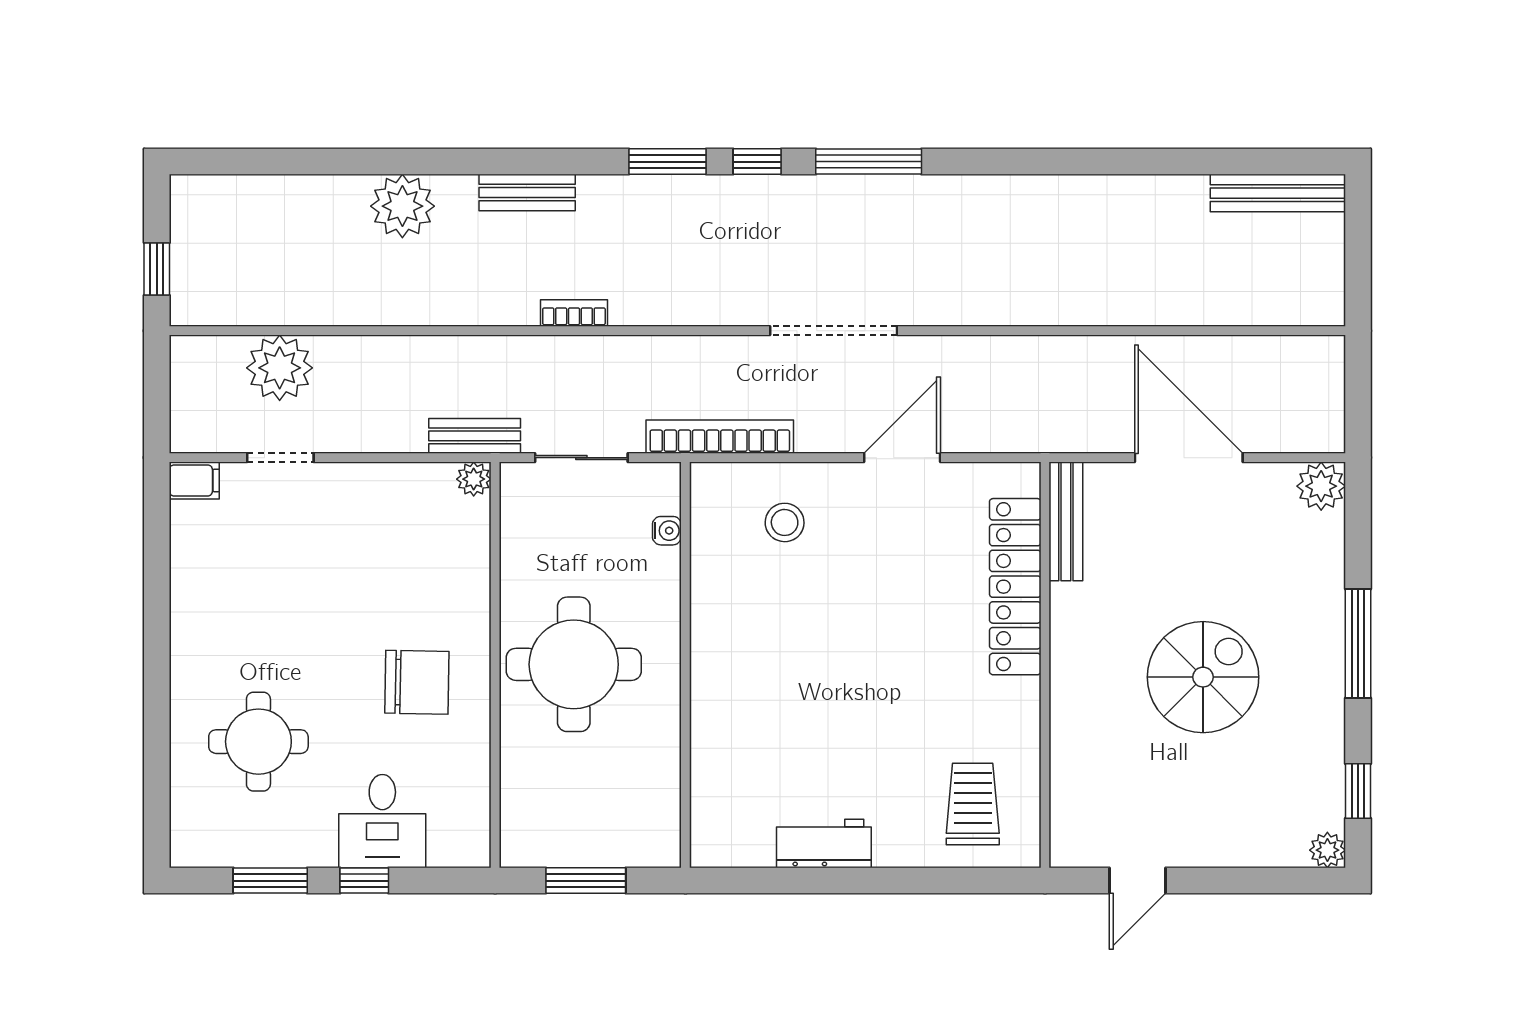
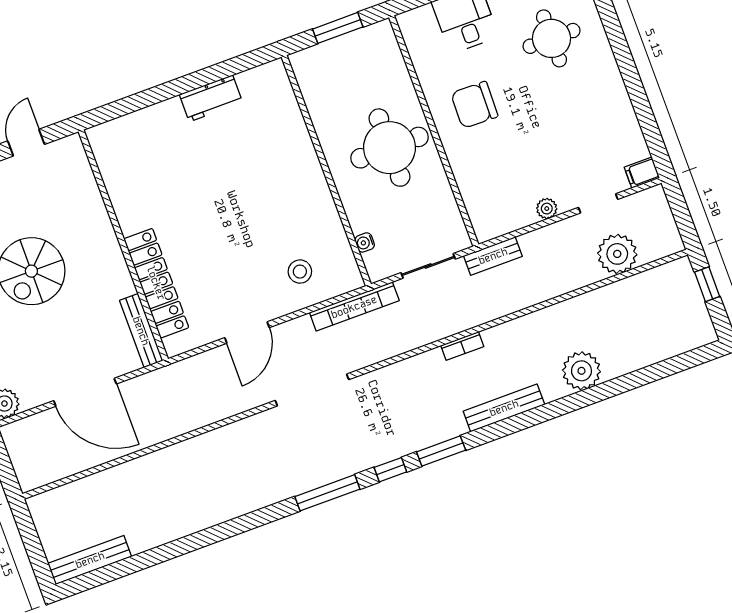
bench: (527, 193) -> (504, 408), width x1.36
plant: (474, 479) -> (547, 209), moved
trolley: (973, 804) -> (135, 152), removed

